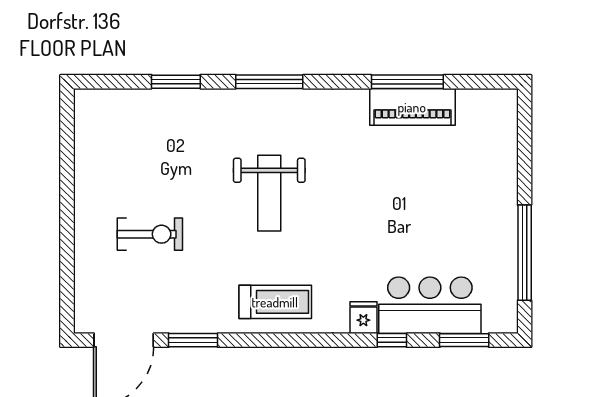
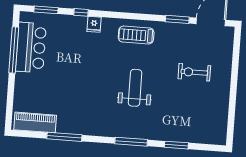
piano: (412, 107) -> (35, 122), moved
bar counter: (430, 305) -> (31, 47), moved, turned -90

